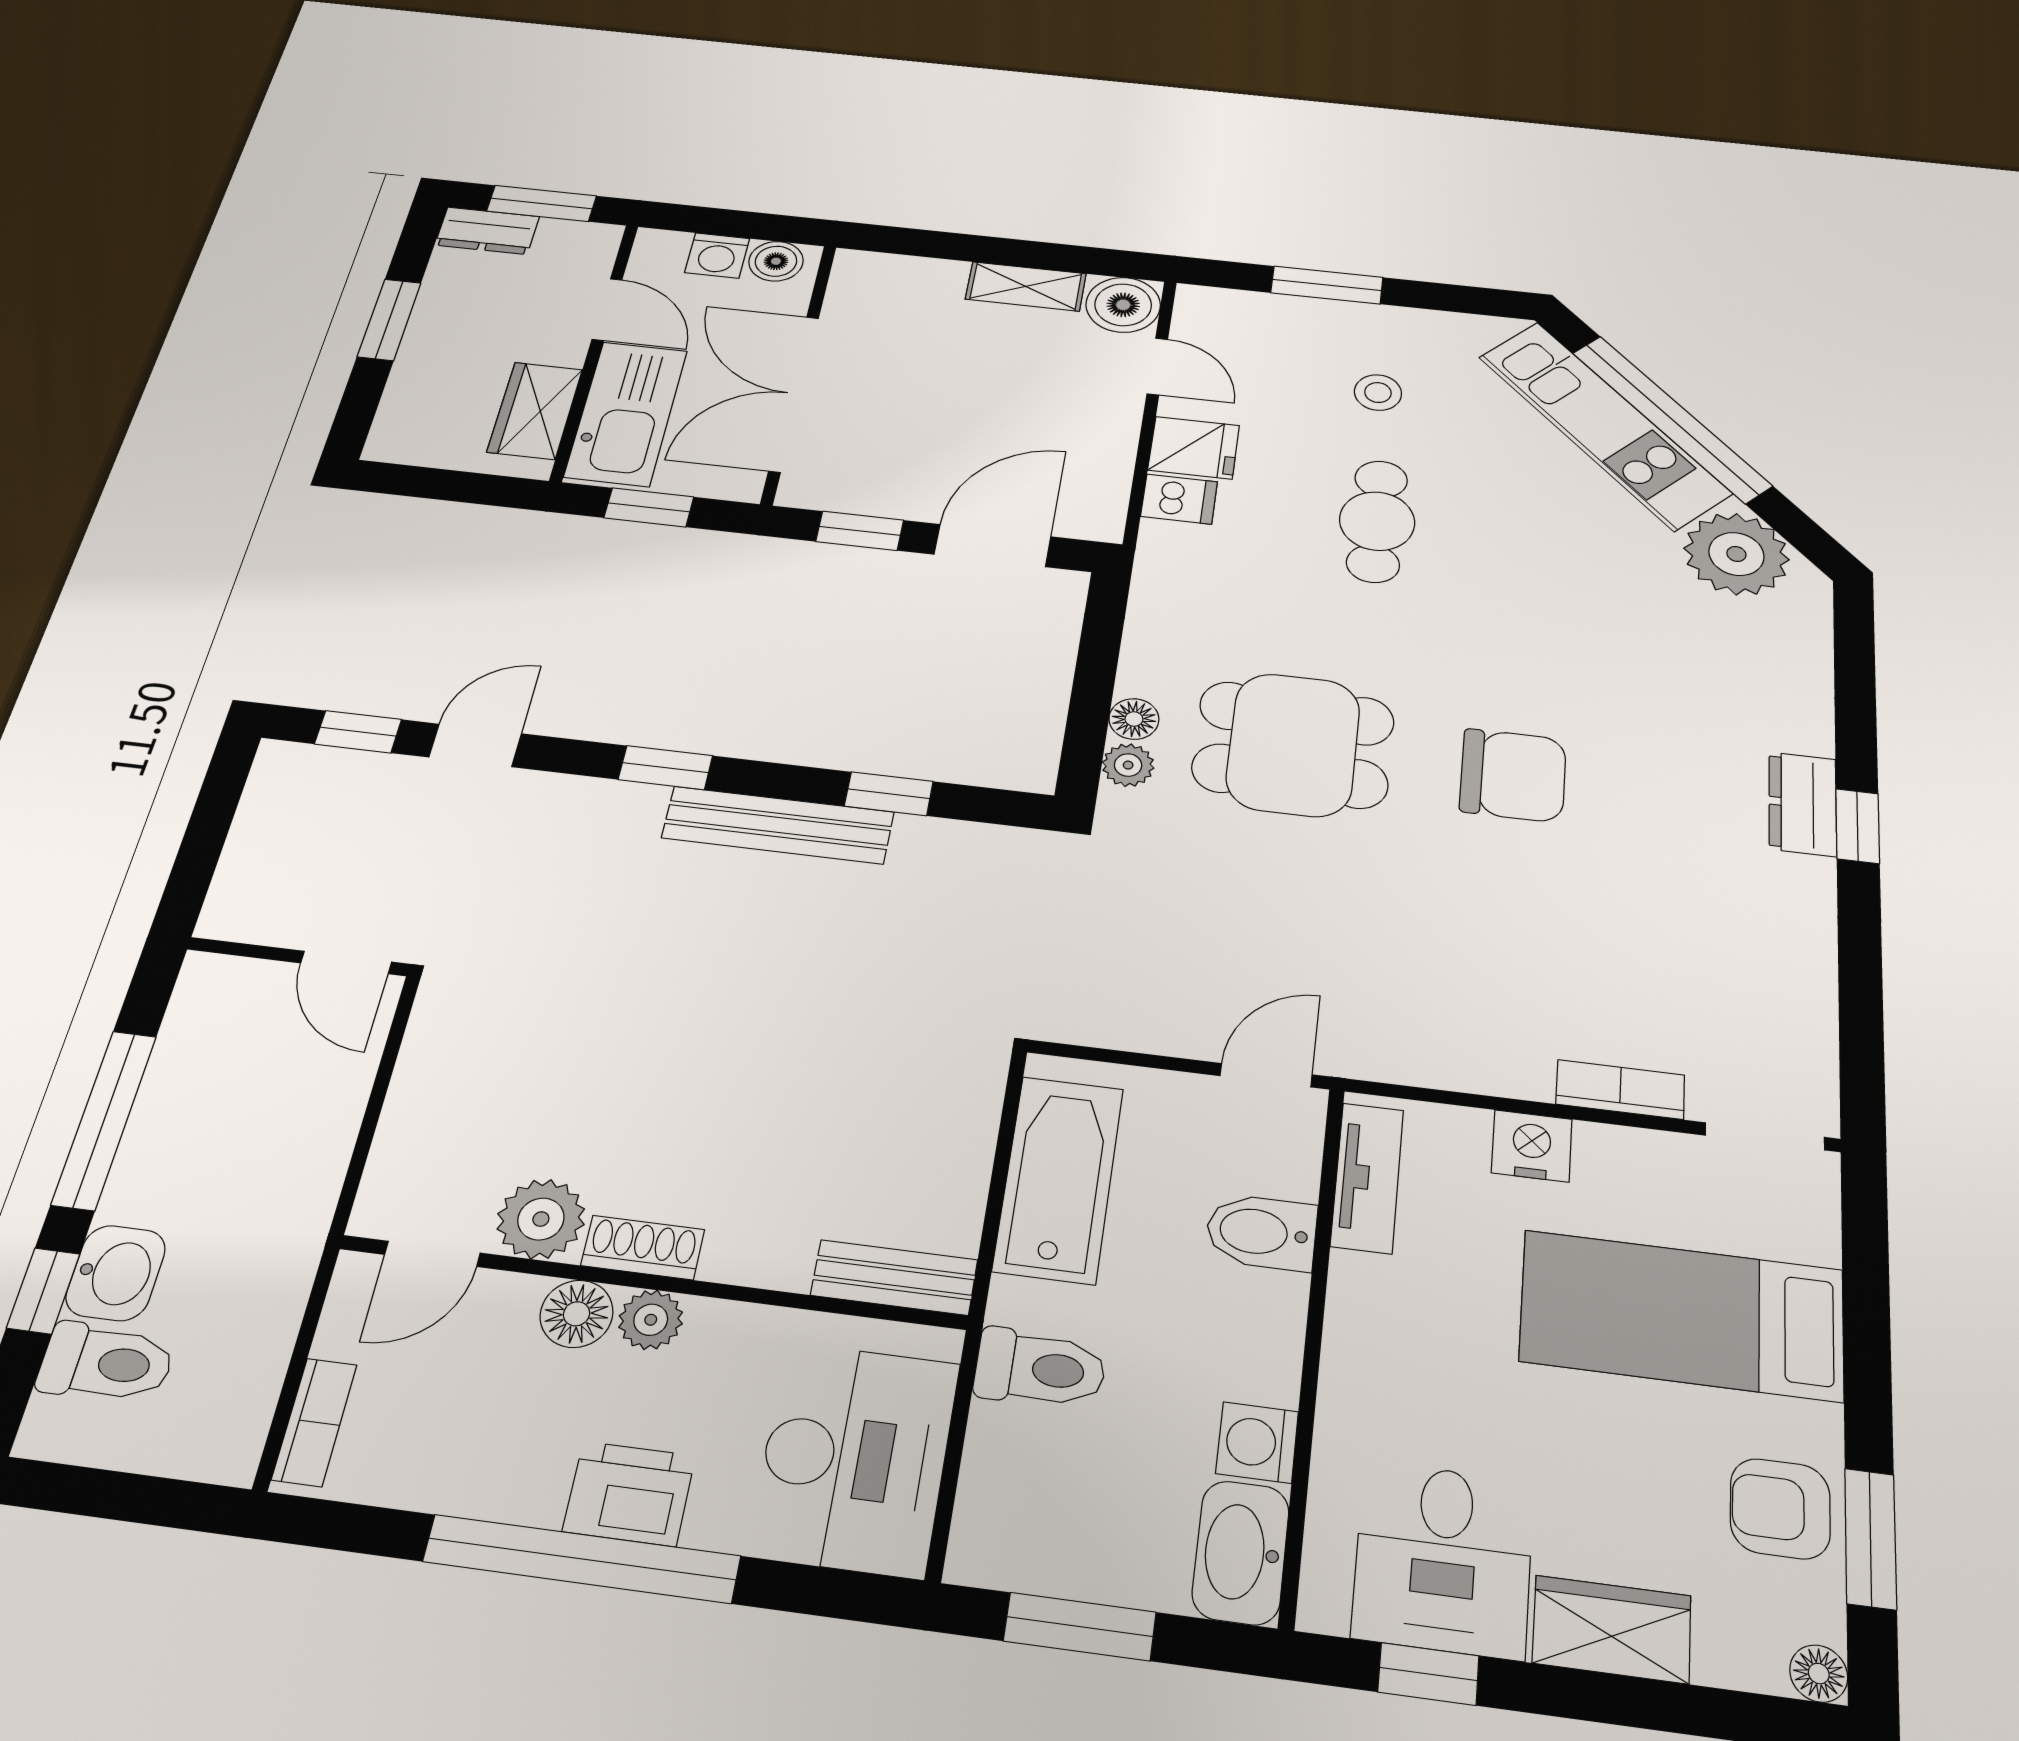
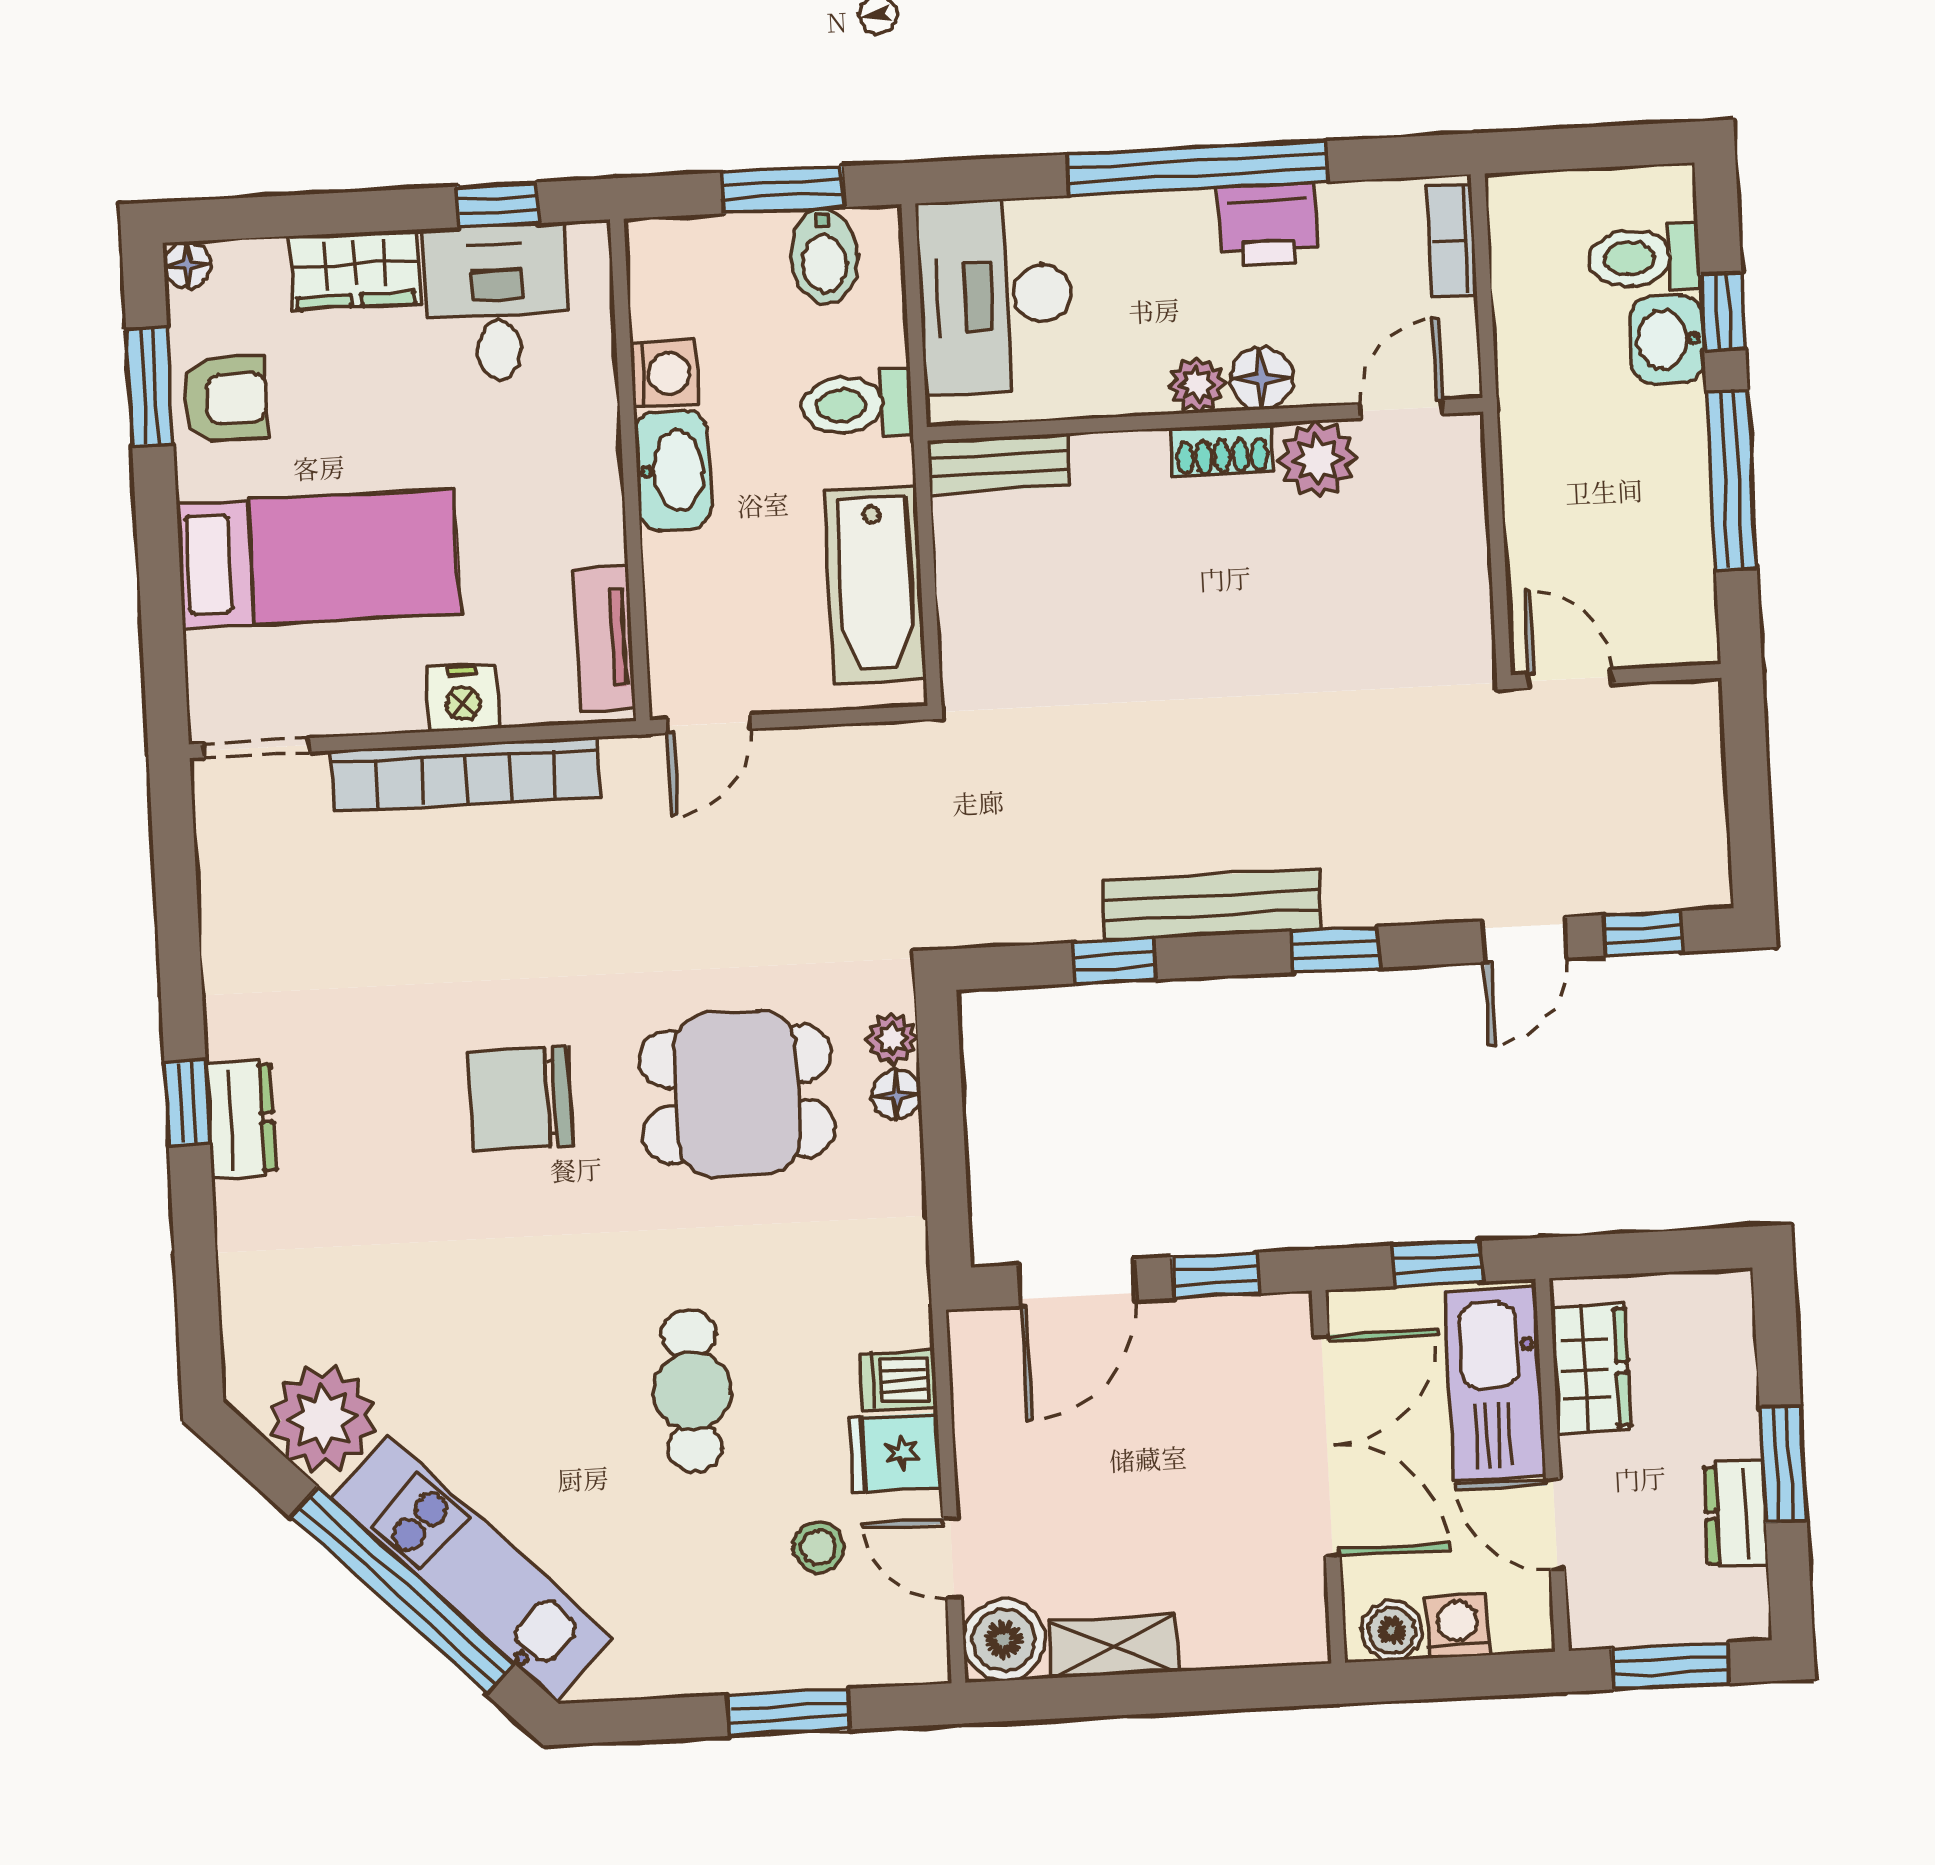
dresser: (487, 231) -> (1736, 1514), moved, turned -90
stool: (1378, 393) -> (818, 1547), moved
bookcase: (1620, 1090) -> (465, 774), width x2.31, depth x1.31
bidet: (1261, 1232) -> (824, 256), moved, turned 90
printer: (629, 1494) -> (1268, 225), moved
washbasin: (1241, 1552) -> (673, 470), moved

